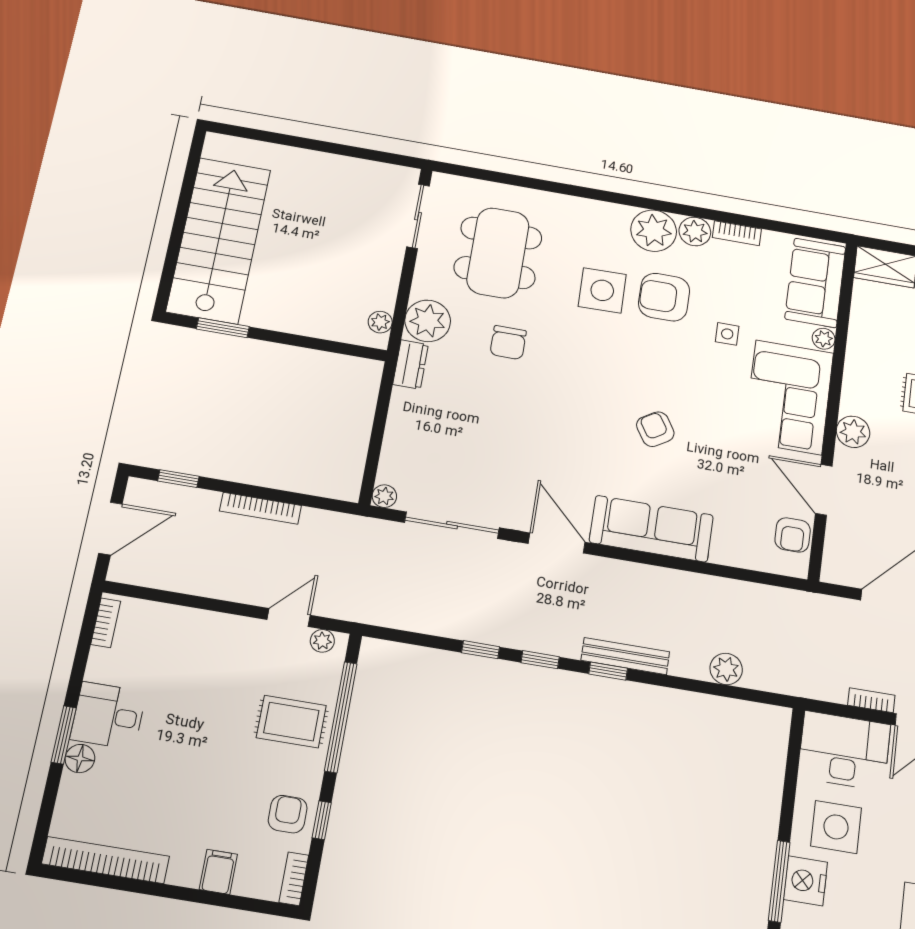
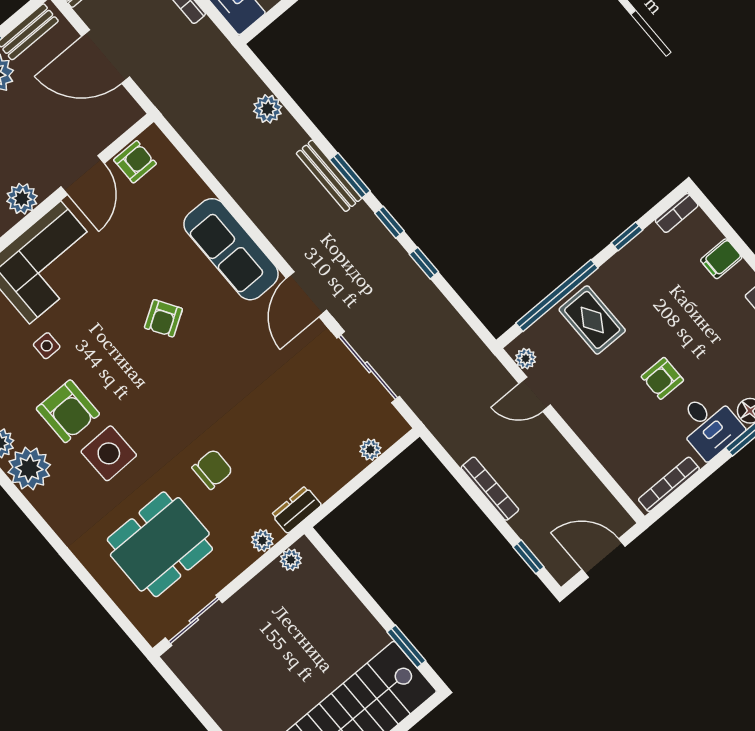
plant: (428, 321) -> (262, 541), width x0.53, depth x0.53
plant: (384, 496) -> (370, 450), moved
bookcase: (106, 623) -> (669, 484), width x1.56
window: (608, 671) -> (350, 175), width x1.50
armchair: (288, 814) -> (662, 378), moved

